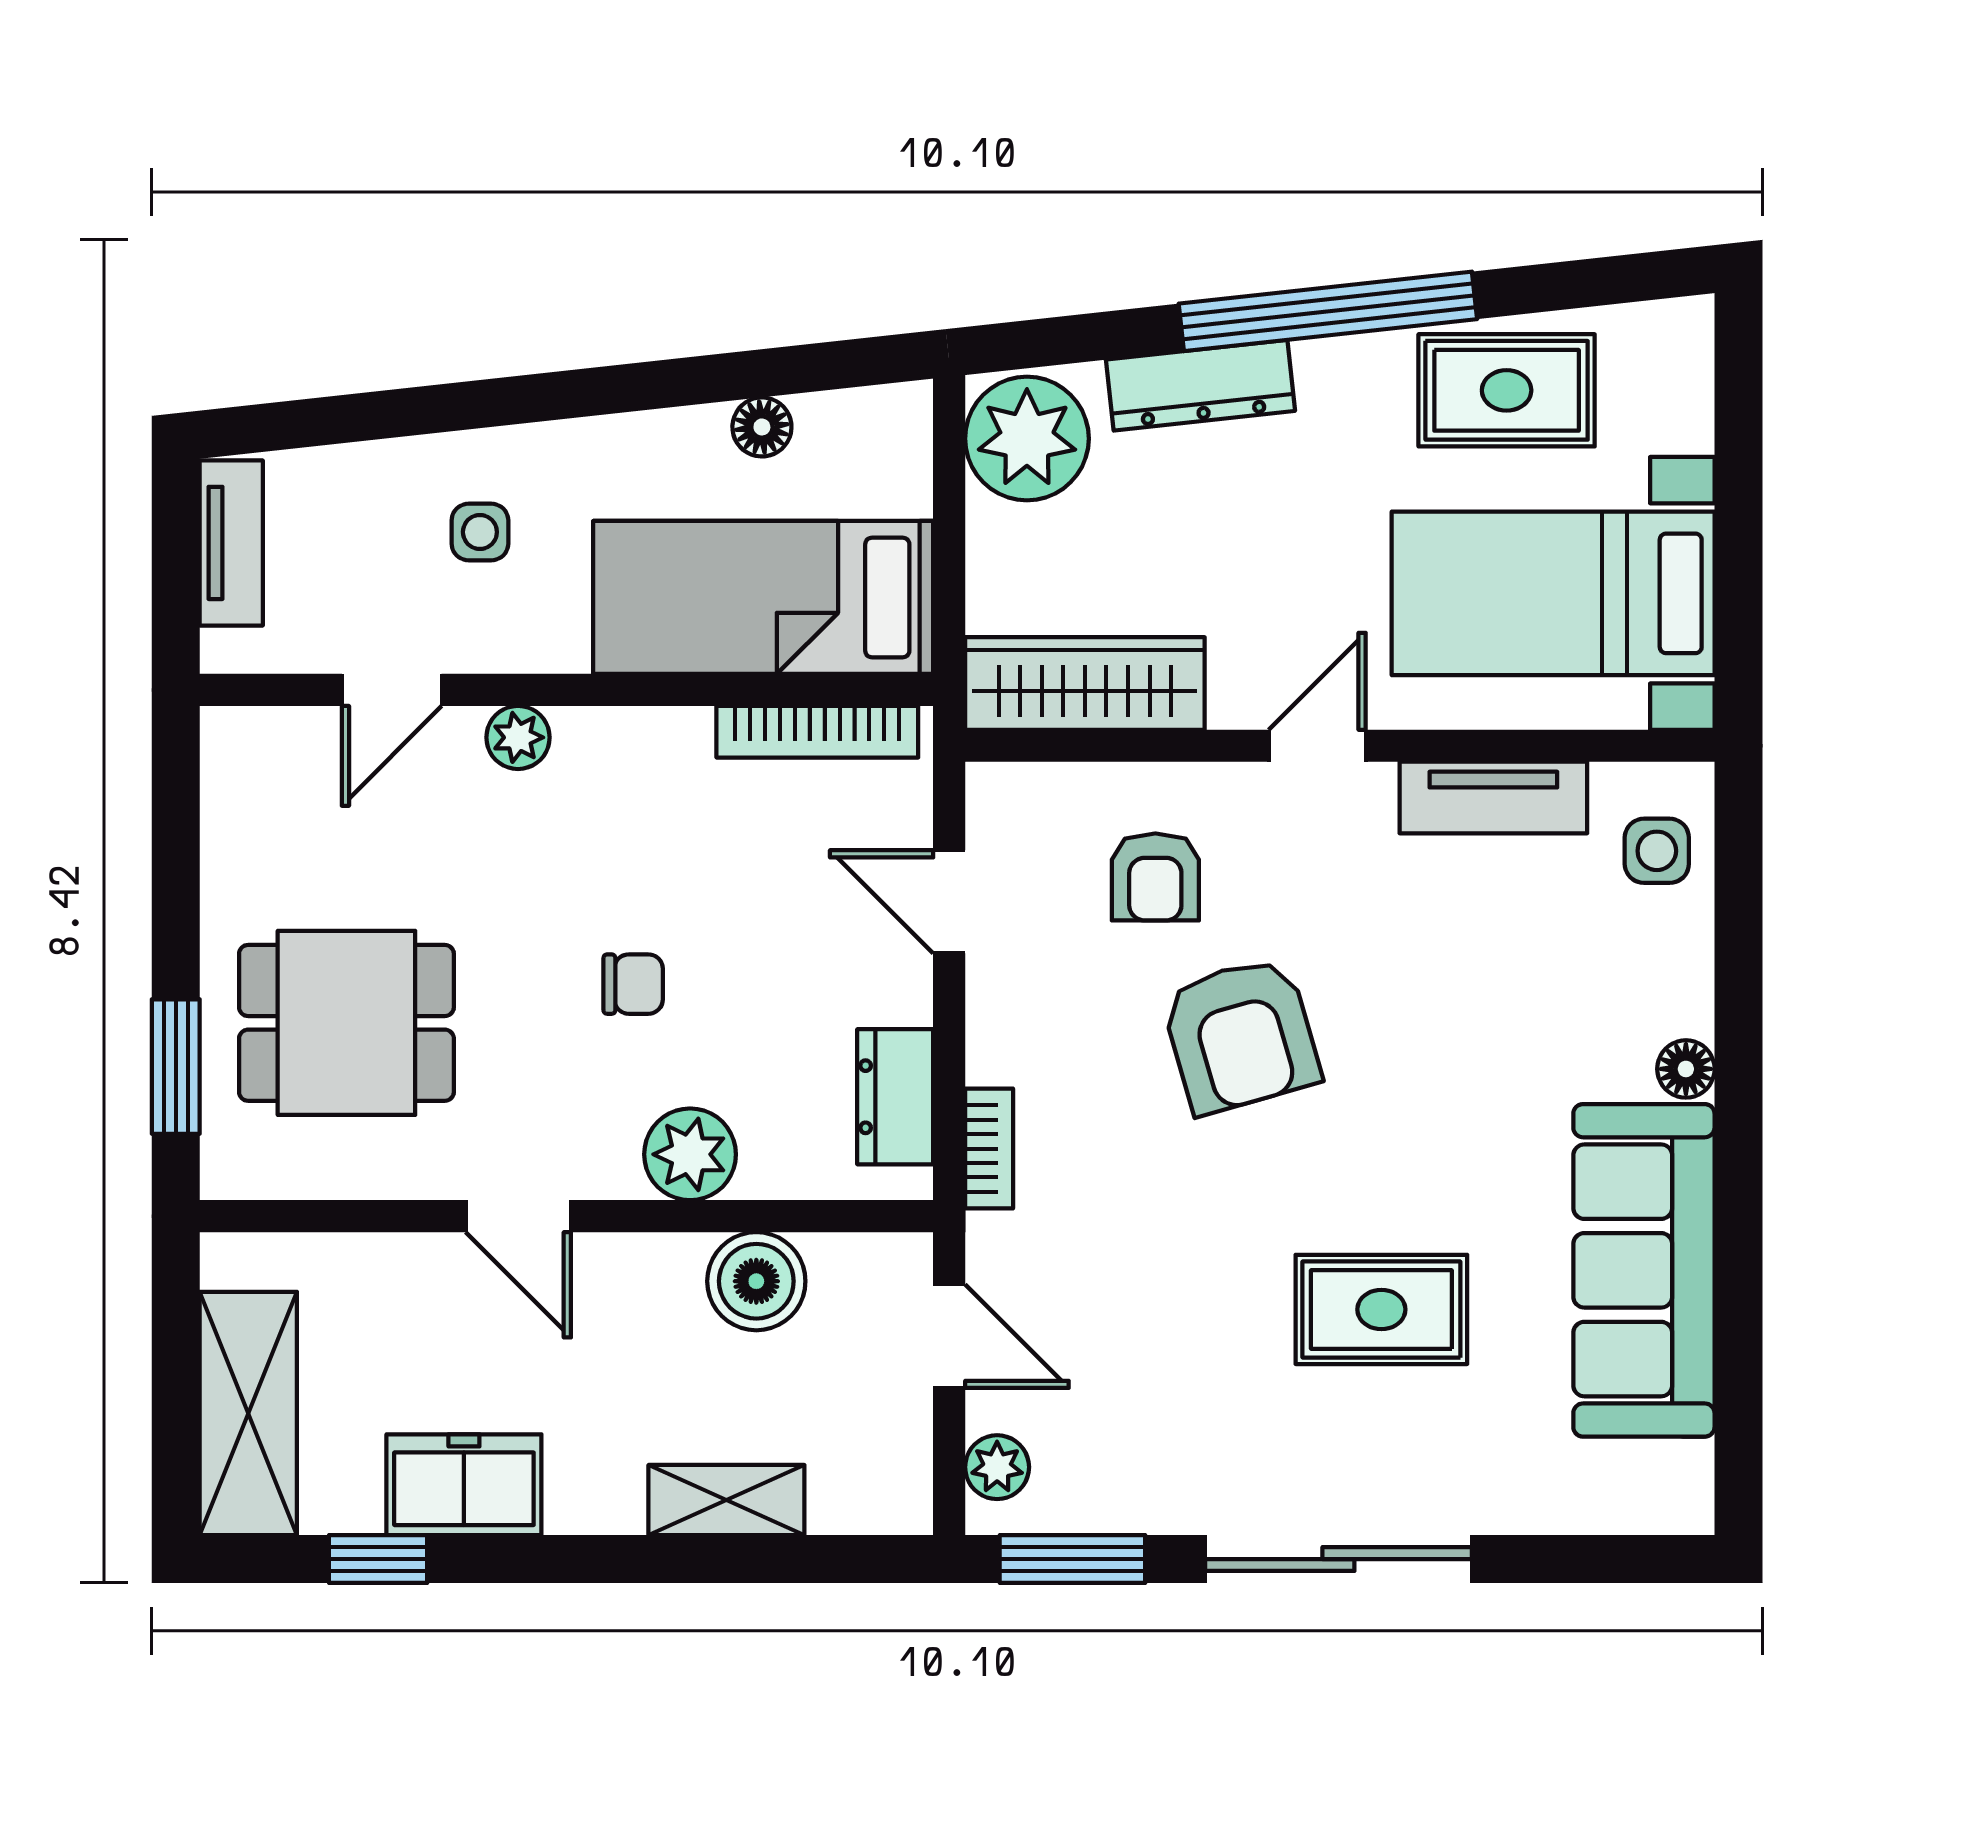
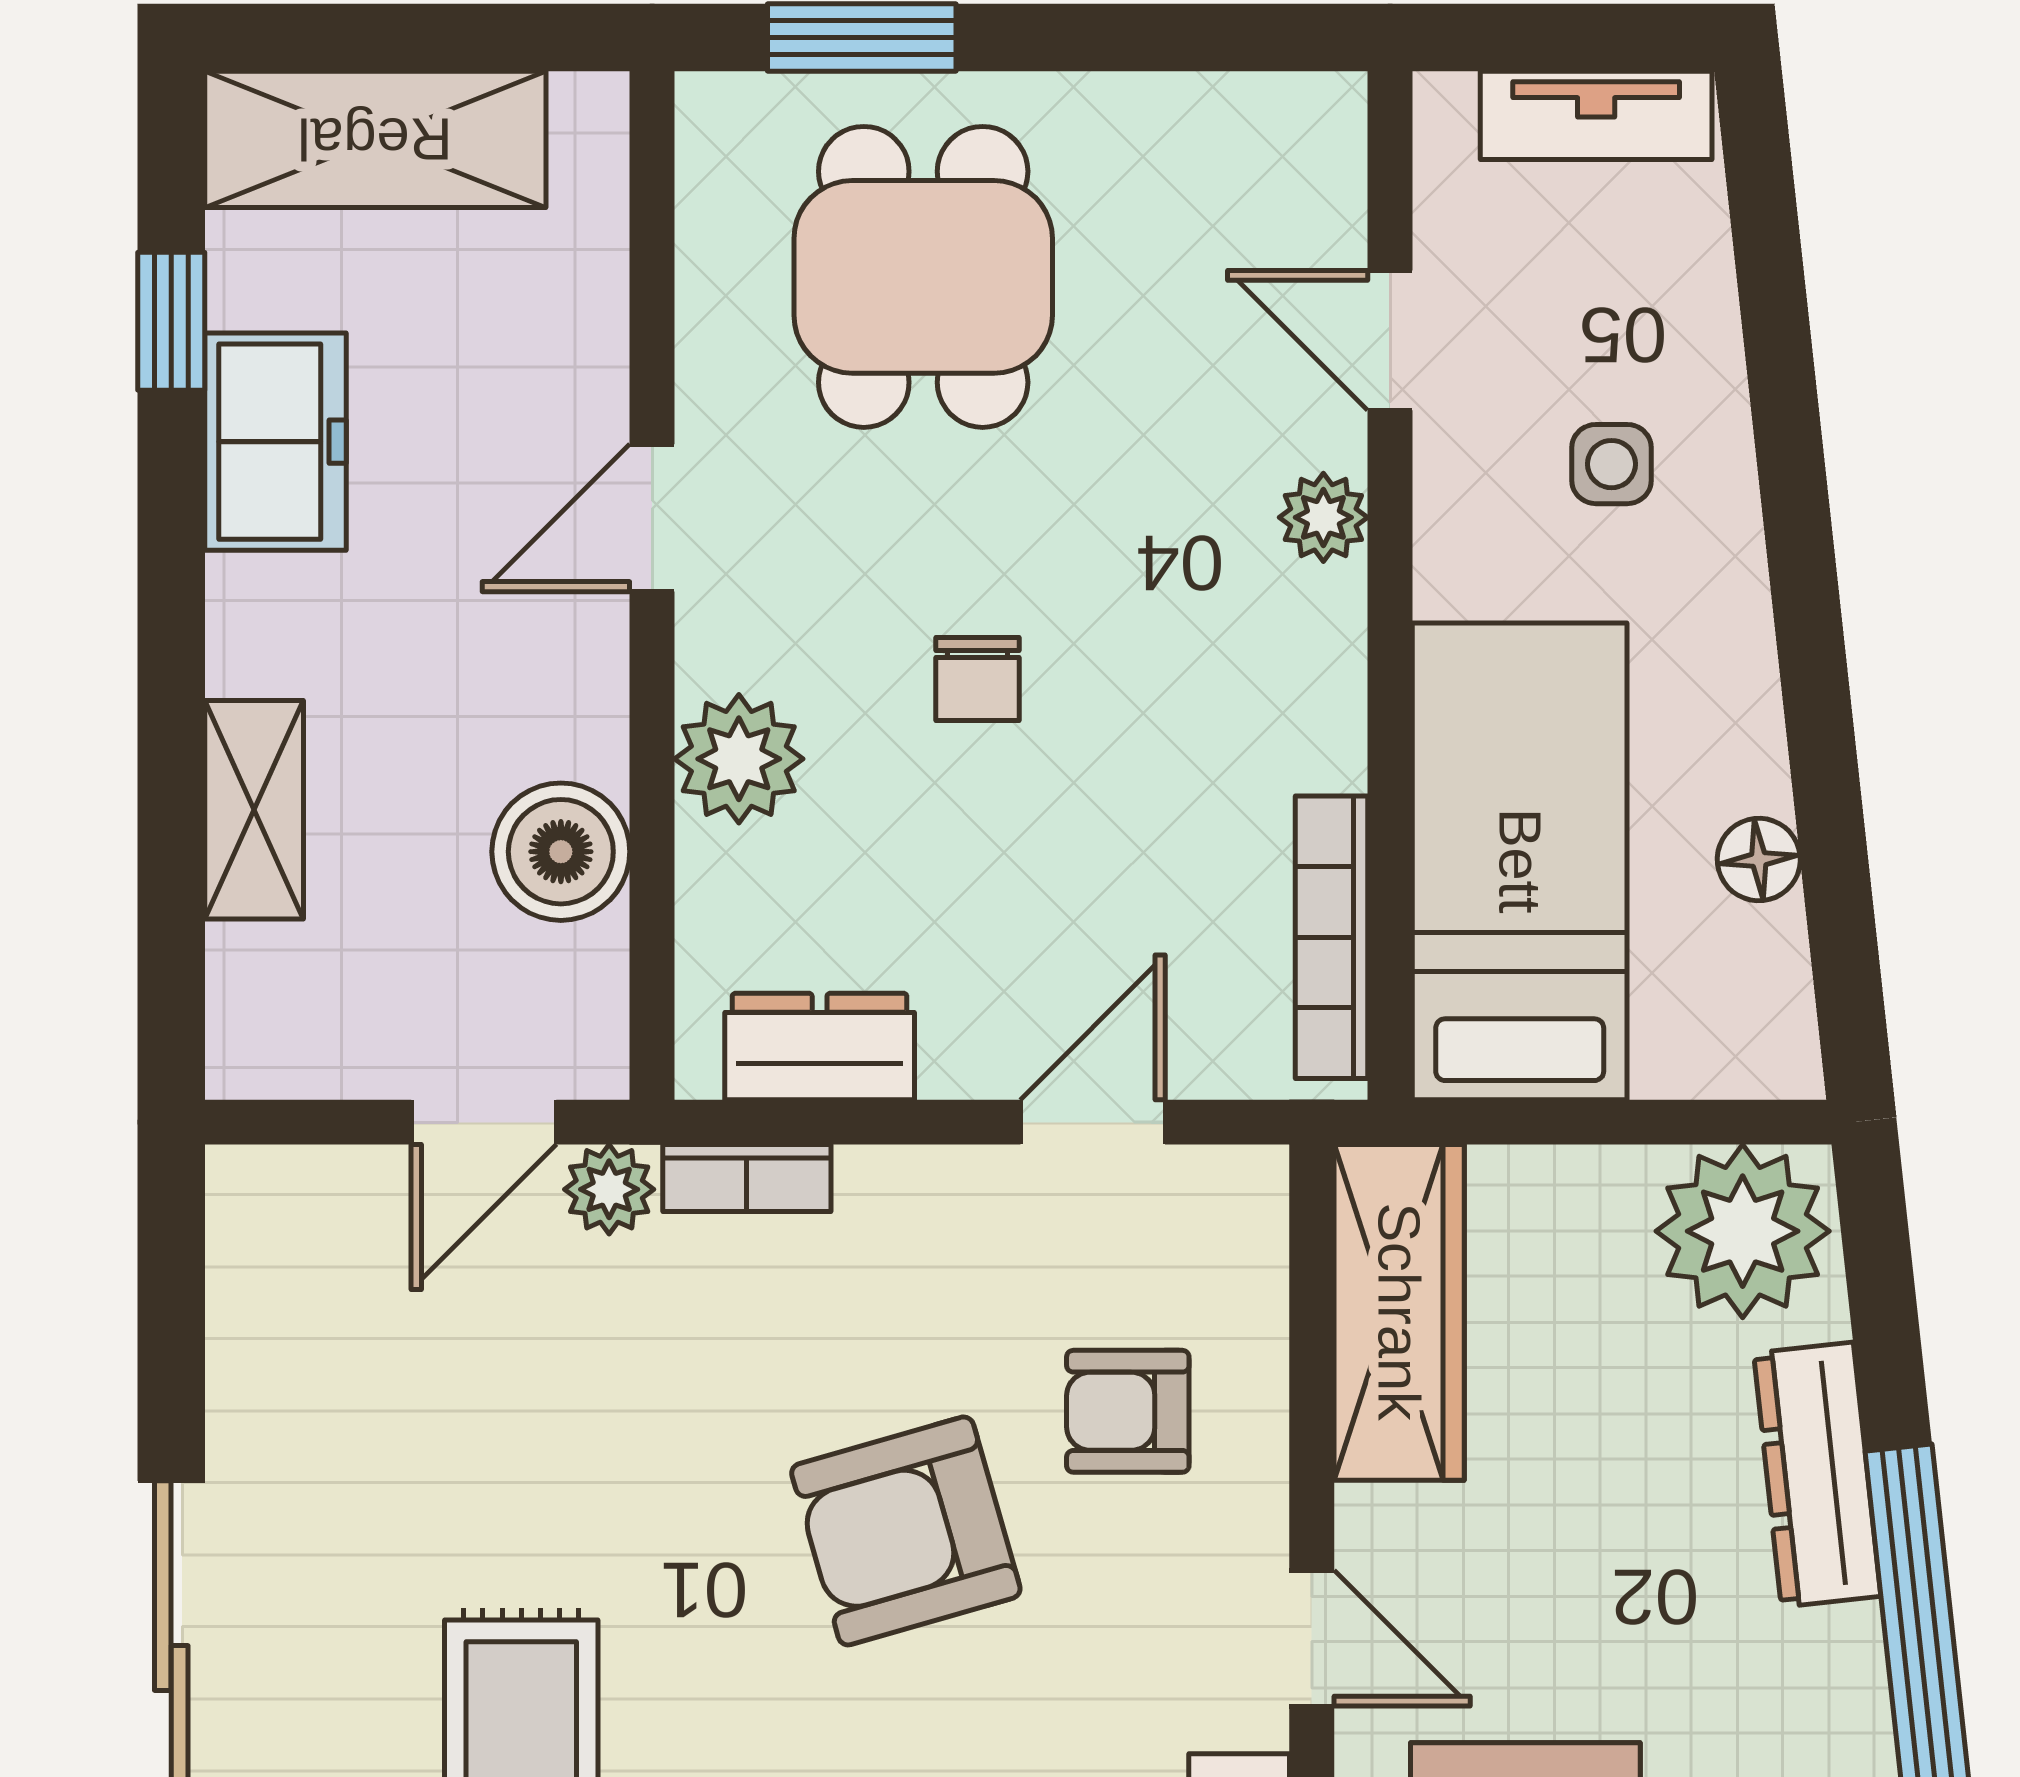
plant: (997, 1467) -> (609, 1189), moved
window: (1072, 1559) -> (171, 1295), removed

